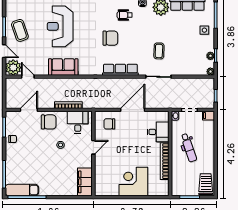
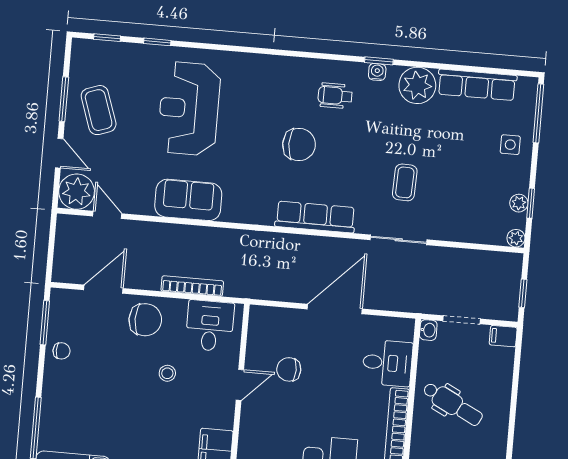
chair: (109, 124) -> (289, 369), moved
dental chair: (189, 148) -> (453, 404), turned -44

